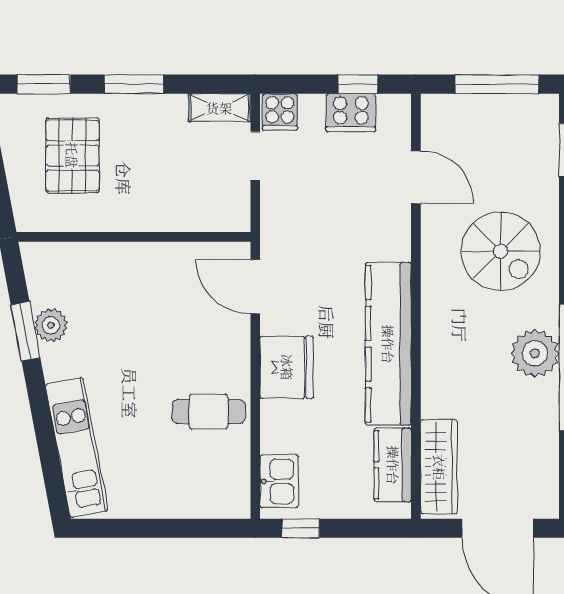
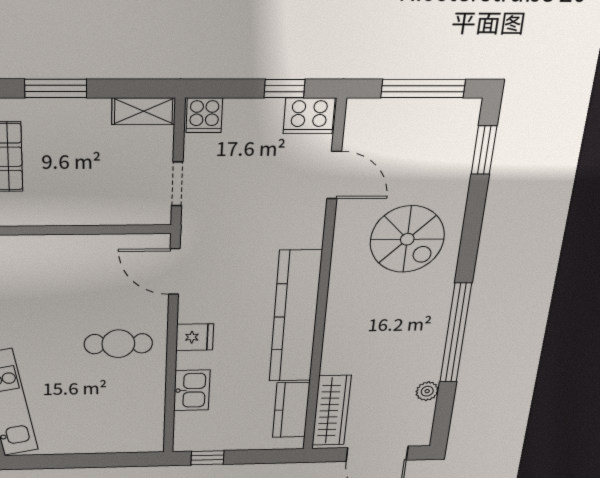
cooker: (351, 113) -> (309, 116), moved
doorway: (255, 156) -> (177, 184), moved
plant: (535, 353) -> (427, 391), moved, width x0.53, depth x0.53
fridge: (287, 367) -> (195, 337), width x0.53, depth x0.75
cafe table: (209, 412) -> (118, 344), moved
kitchen sink: (279, 481) -> (192, 390), moved

